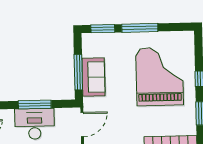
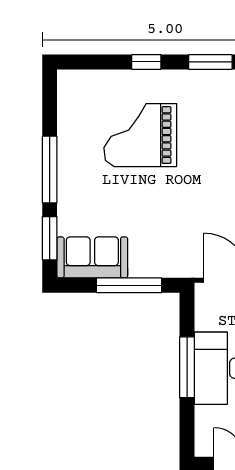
grand piano: (160, 76) -> (140, 135), width x0.73, depth x0.68
sofa: (93, 77) -> (92, 257), moved

